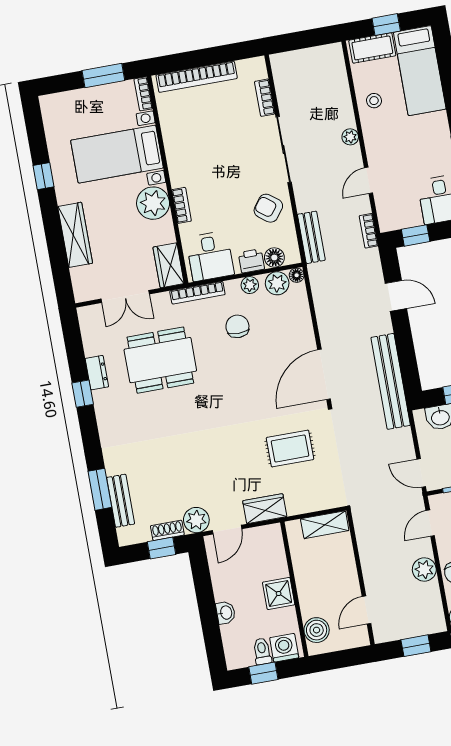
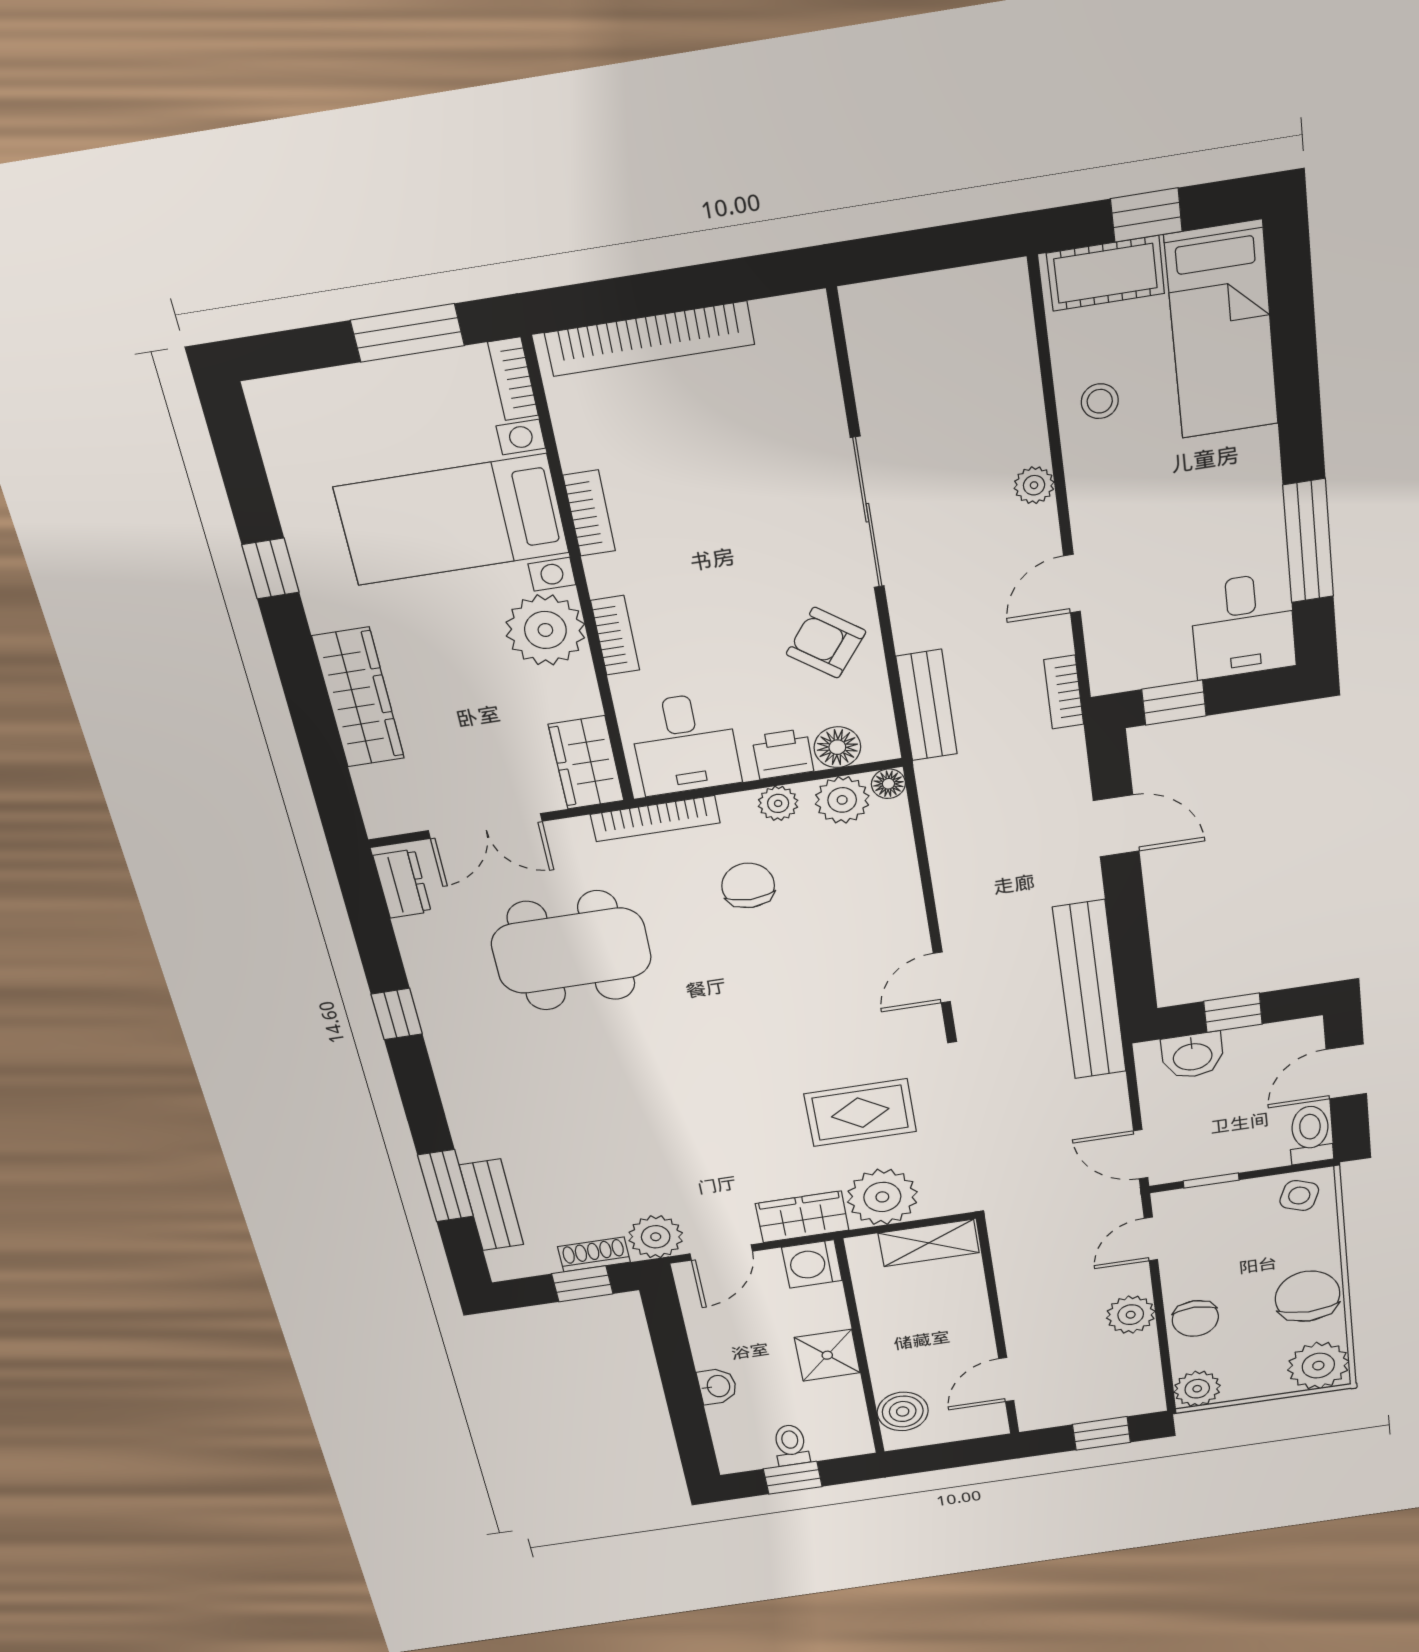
bookcase: (265, 98) -> (589, 513), moved, turned 180
dresser: (97, 373) -> (402, 884), moved
door: (324, 374) -> (942, 978), width x0.53
plant: (302, 497) -> (882, 1197), added
washing machine: (284, 648) -> (812, 1264), moved, turned -90

